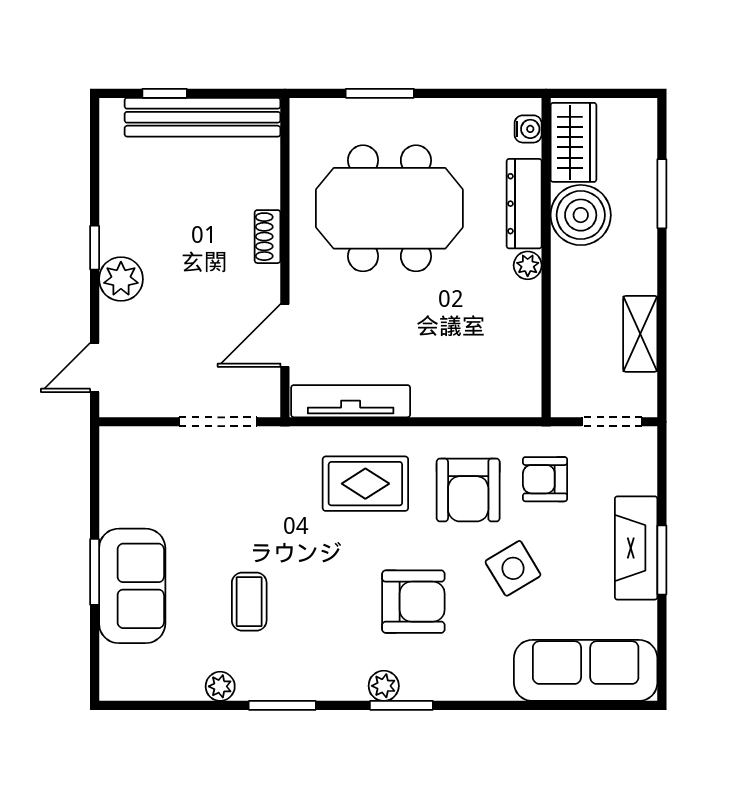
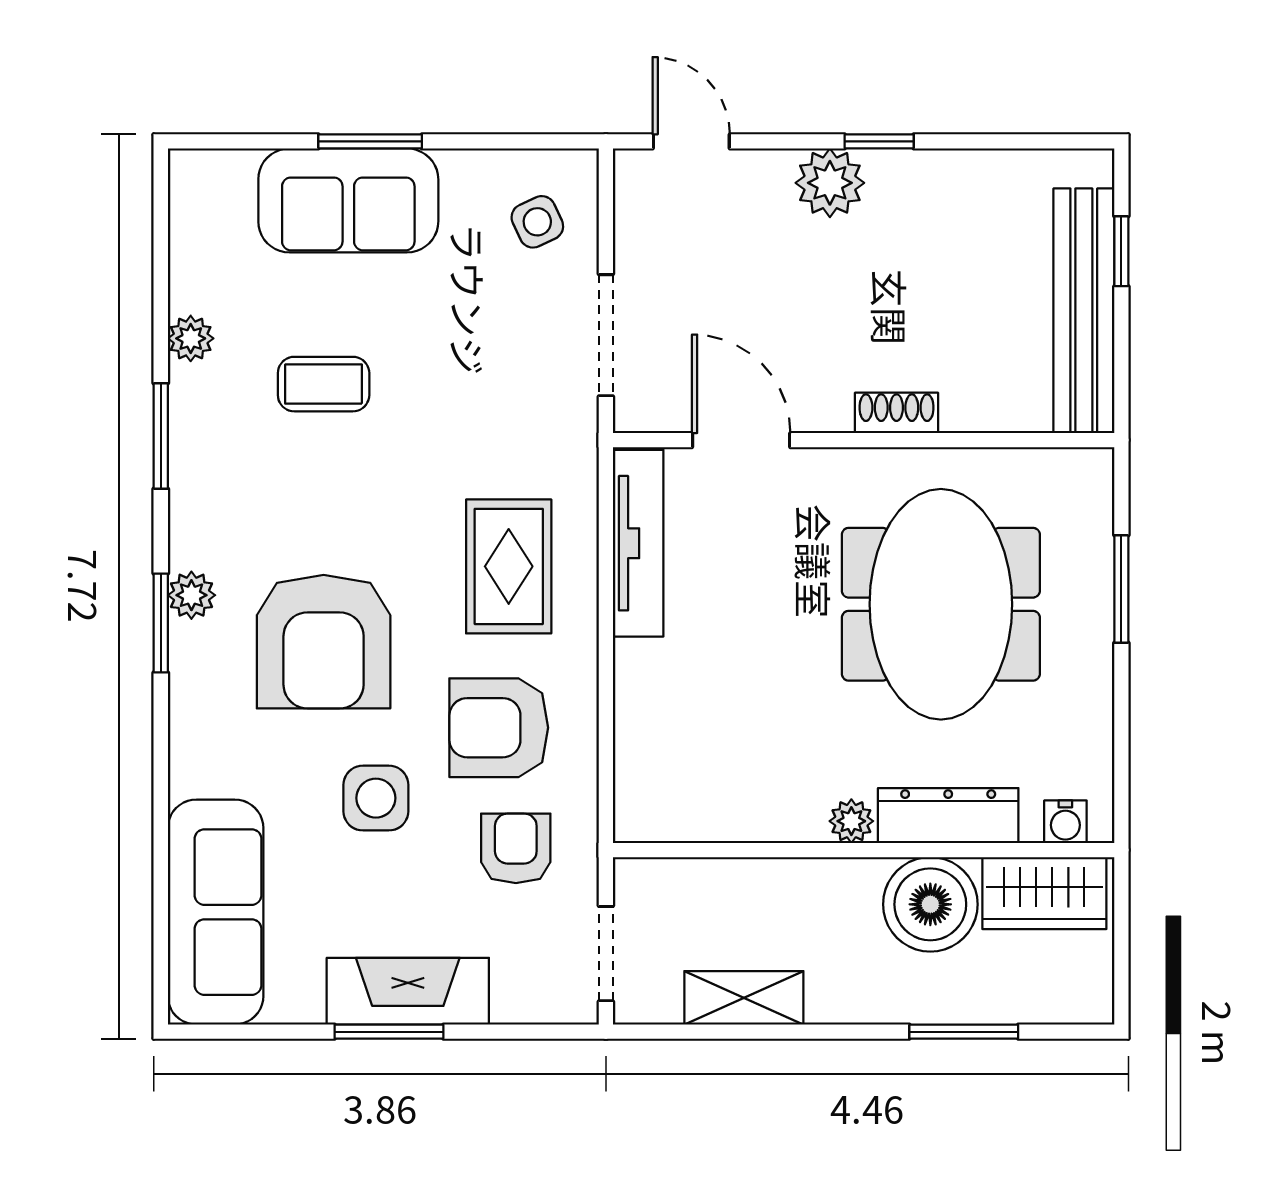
side table: (146, 465) -> (537, 222), added
side table: (513, 568) -> (376, 798), turned 31
armchair: (413, 602) -> (324, 642), width x1.36, depth x1.36

